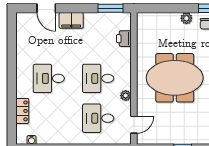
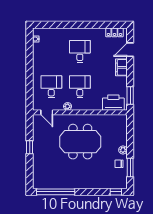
printer: (124, 39) -> (113, 103), width x1.87, depth x1.48
meeting table: (175, 78) -> (80, 142), turned 90
locker: (22, 111) -> (114, 32), moved

